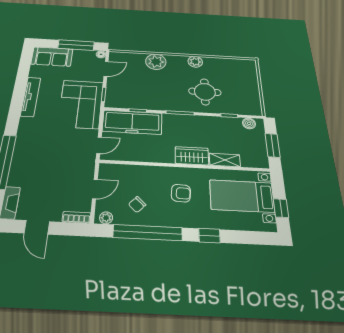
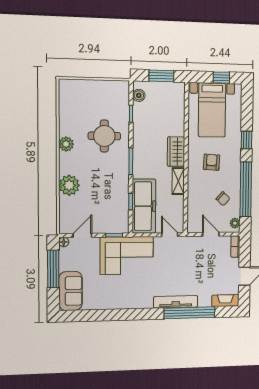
door: (106, 69) -> (82, 235), hinge flipped
tv unit: (31, 97) -> (176, 302), moved
shelving: (225, 160) -> (178, 181), moved

